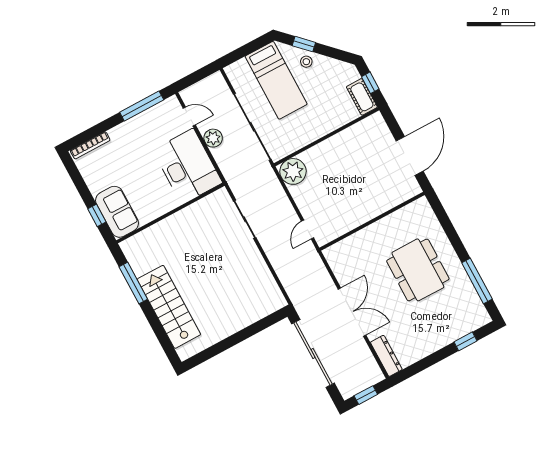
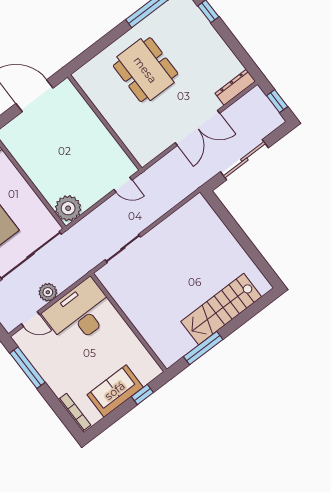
door: (189, 116) -> (30, 319), swing flipped
sofa: (117, 212) -> (115, 391), moved
dining table: (418, 270) -> (145, 70), turned 90
double door: (352, 312) -> (197, 128), swing flipped
sliding door: (313, 353) -> (244, 160), width x0.73

